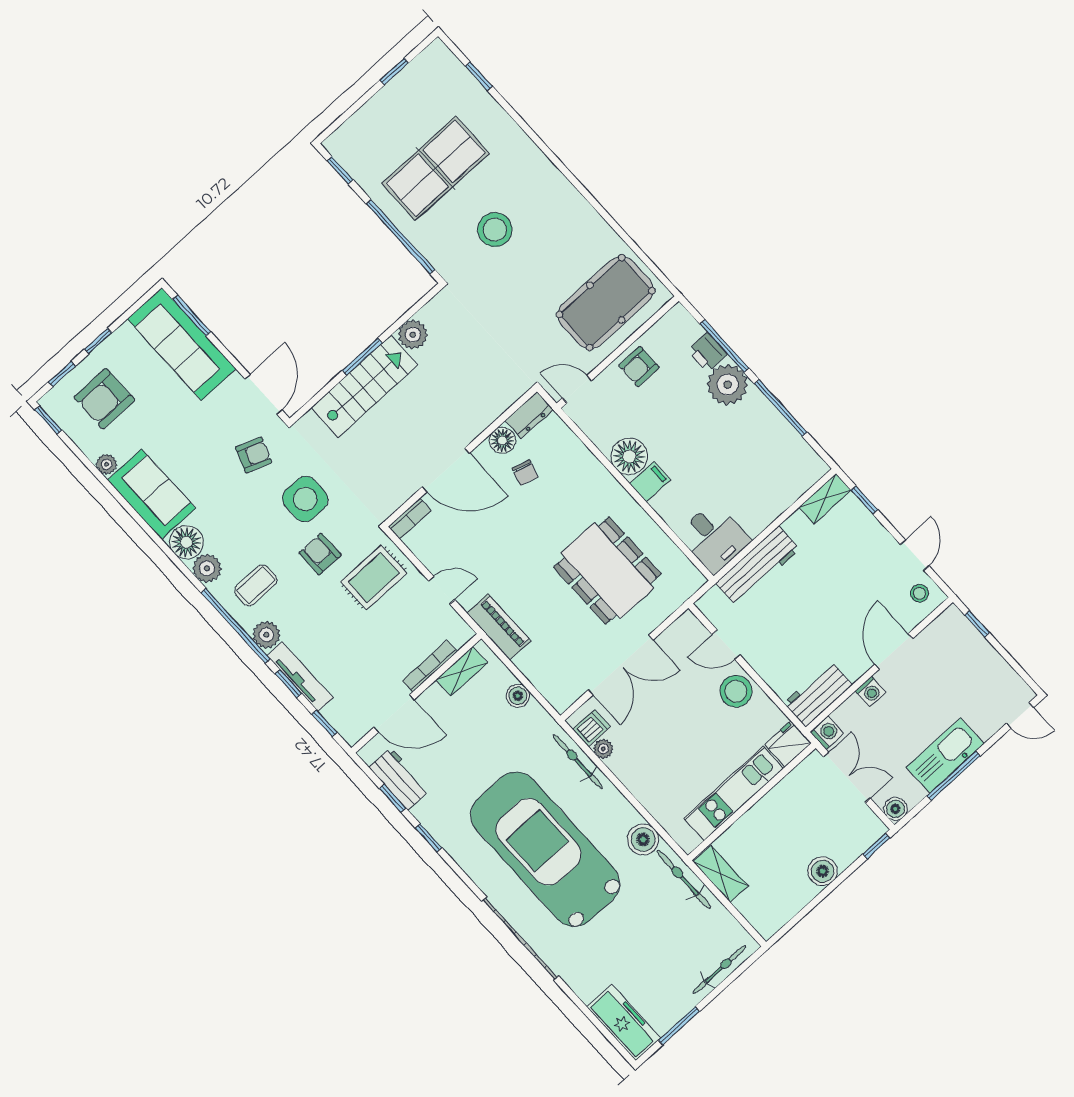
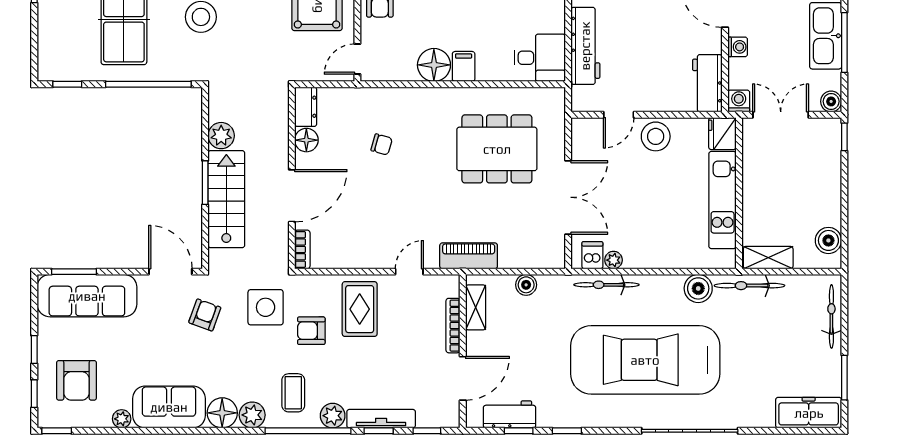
dresser: (529, 415) -> (306, 107), moved
floor lamp: (502, 440) -> (306, 140), moved
wall: (460, 457) -> (292, 178), moved
door: (446, 470) -> (292, 196), moved
bookcase: (410, 519) -> (302, 249), moved
boiler: (823, 871) -> (828, 240), moved

